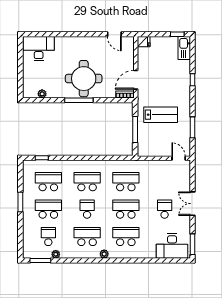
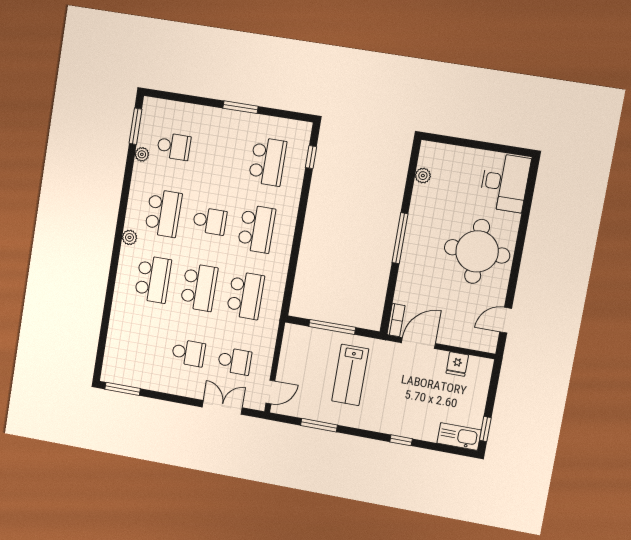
fridge: (144, 42) -> (457, 364), moved
round table: (84, 79) -> (477, 251), moved
door: (136, 80) -> (418, 343), hinge flipped
double door: (193, 204) -> (222, 407), moved
school desk: (48, 209) -> (235, 361), moved, width x0.54
desk: (172, 246) -> (125, 354), removed

